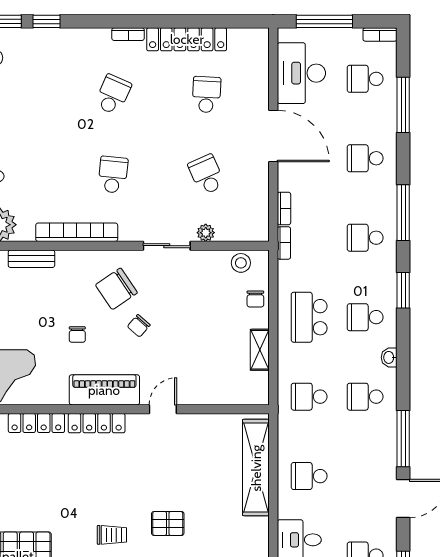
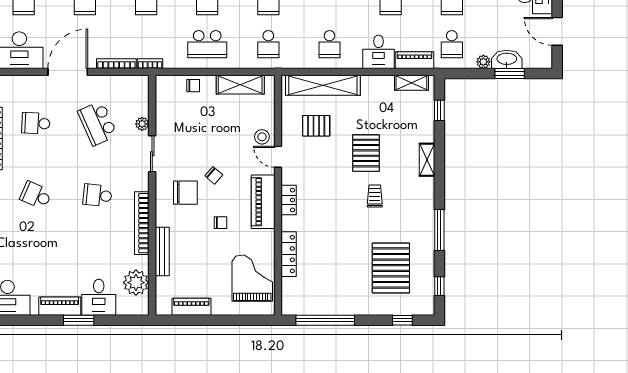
school desk: (206, 175) -> (97, 123), width x1.85
bookcase: (284, 209) -> (116, 64), width x1.56
bench: (31, 259) -> (162, 251), width x1.36
stool: (241, 263) -> (262, 137), moved
chair: (116, 289) -> (185, 193), turned -56
shelving: (260, 350) -> (240, 85), width x1.50, depth x1.33
locker: (97, 423) -> (289, 200), width x0.66
pallet: (203, 459) -> (316, 126), added
pallet: (168, 523) -> (366, 153), width x1.50, depth x1.42

